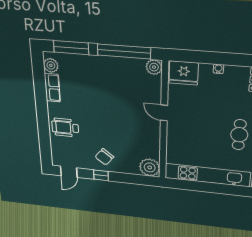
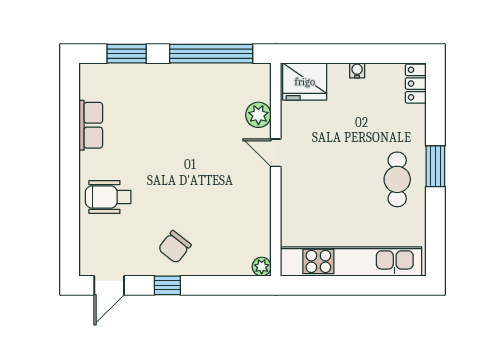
window: (71, 48) -> (127, 54), width x0.69
plant: (51, 65) -> (91, 86), removed
plant: (154, 67) -> (258, 115), moved
plant: (150, 167) -> (262, 267), width x0.53, depth x0.53

